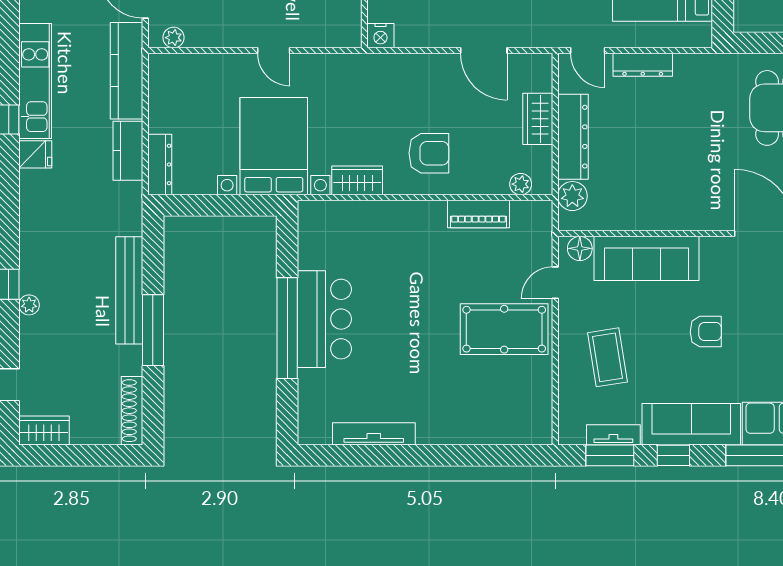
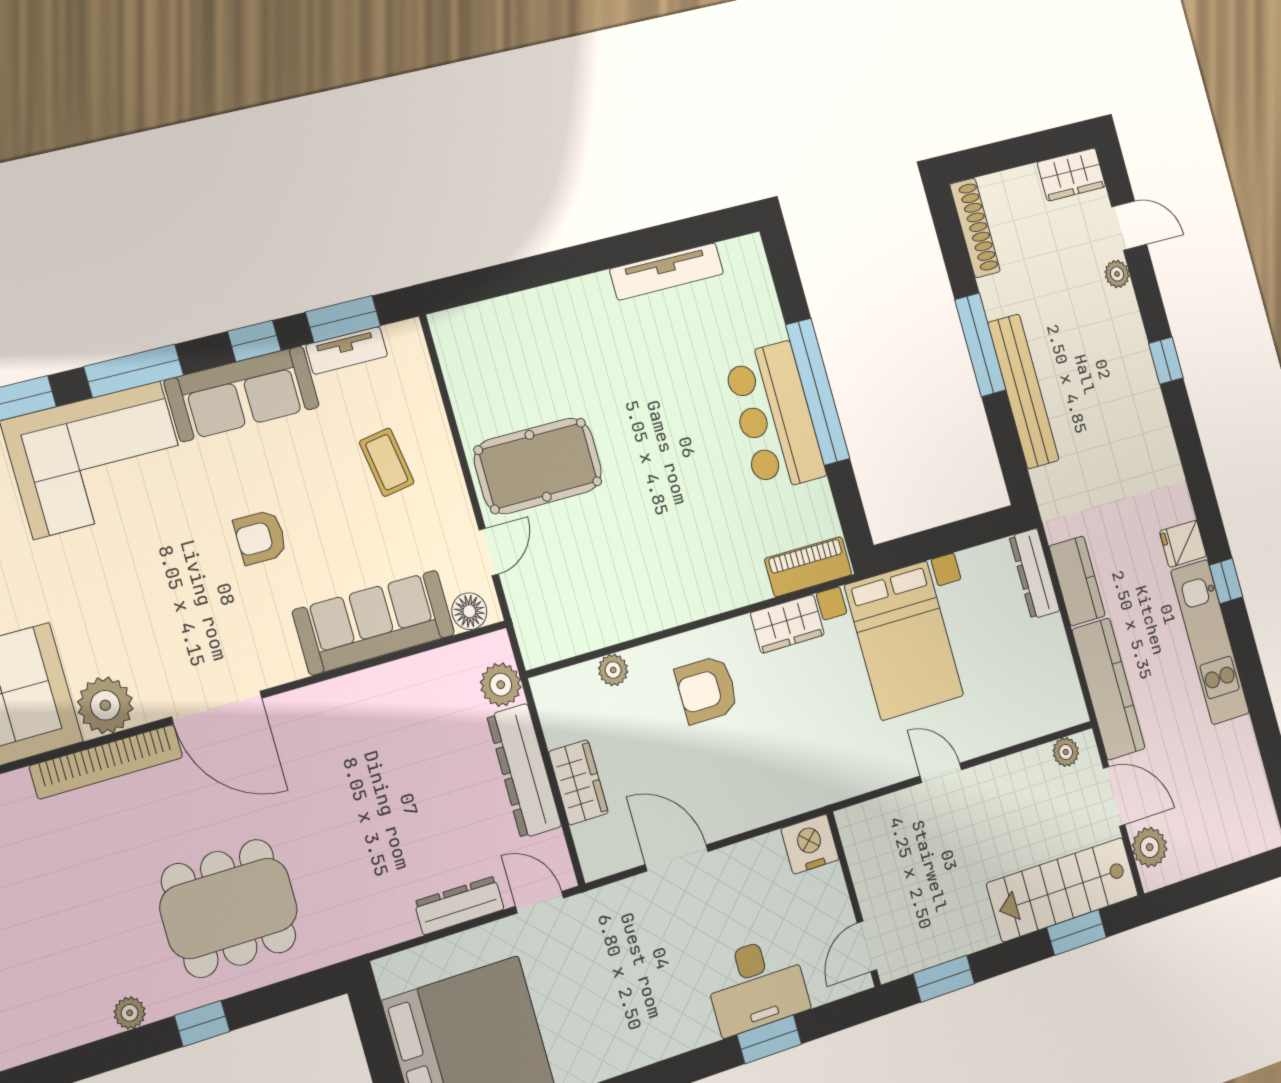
nightstand: (380, 36) -> (810, 844), width x1.36, depth x1.33
plant: (521, 184) -> (613, 670), moved
piano: (479, 214) -> (808, 567), moved
plant: (29, 305) -> (1117, 274), moved
coffee table: (608, 357) -> (387, 462), width x0.73, depth x0.77

